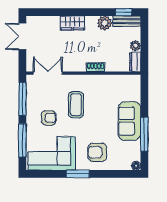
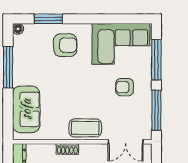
coffee table: (76, 105) -> (85, 128), moved, turned 90
sofa: (129, 121) -> (26, 109), moved
window: (78, 174) -> (48, 19), moved

